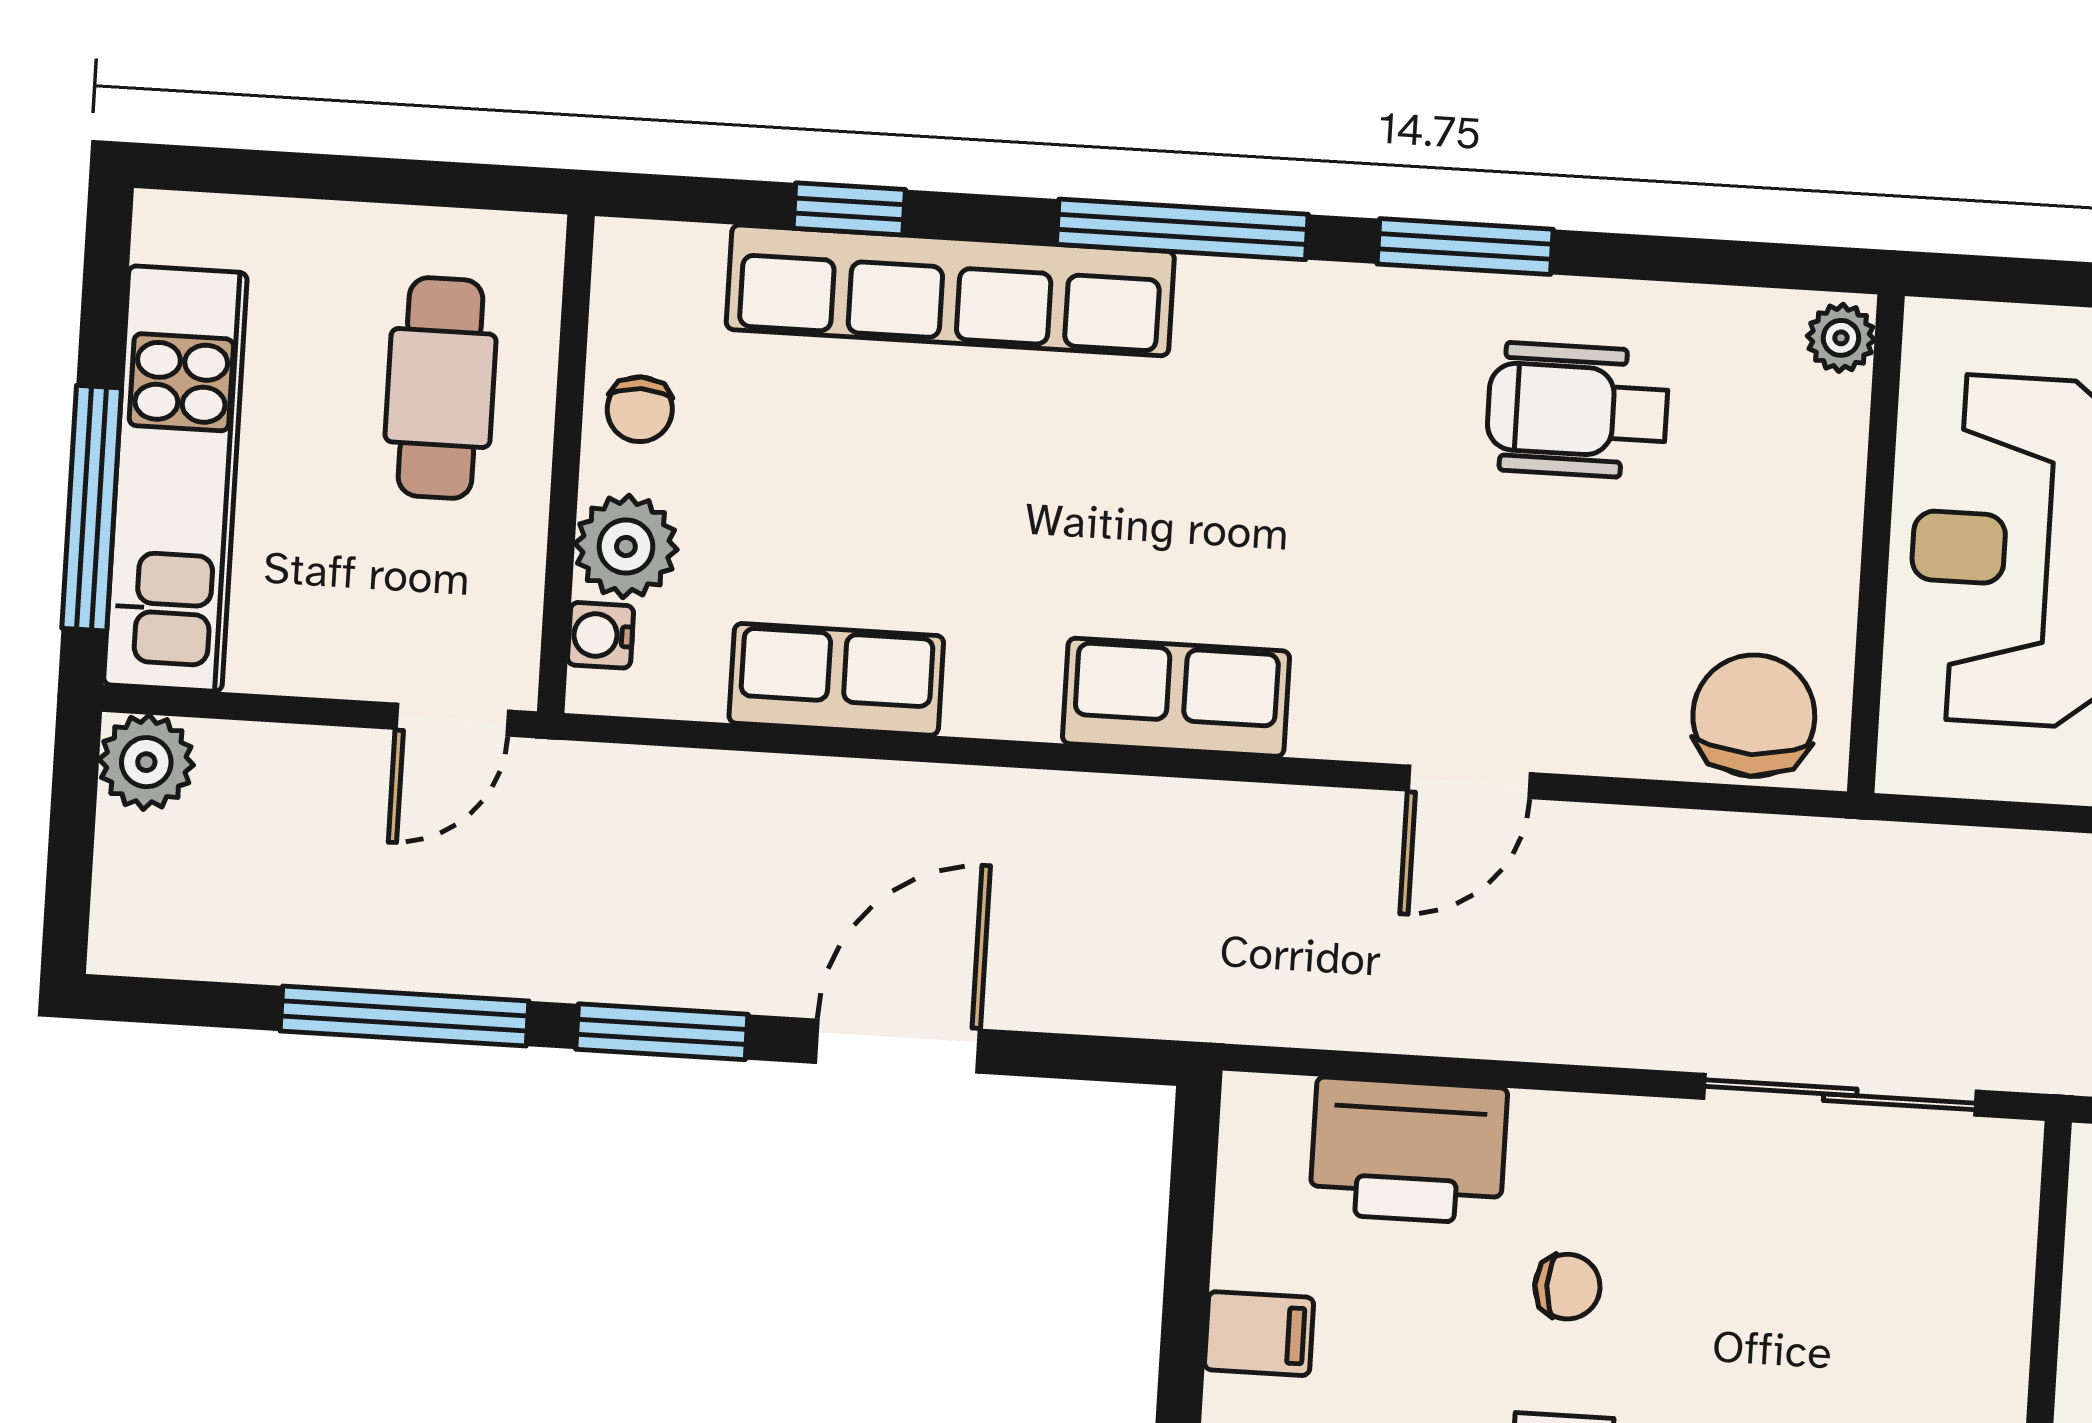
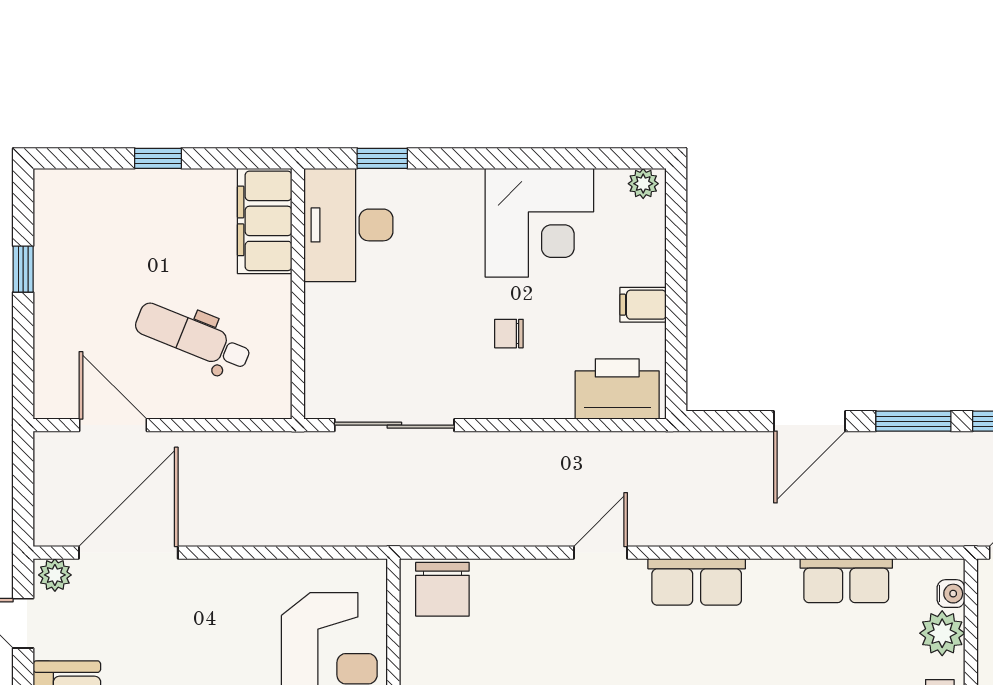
door: (1469, 782) -> (600, 553), moved
printer: (1408, 1151) -> (617, 389), moved

